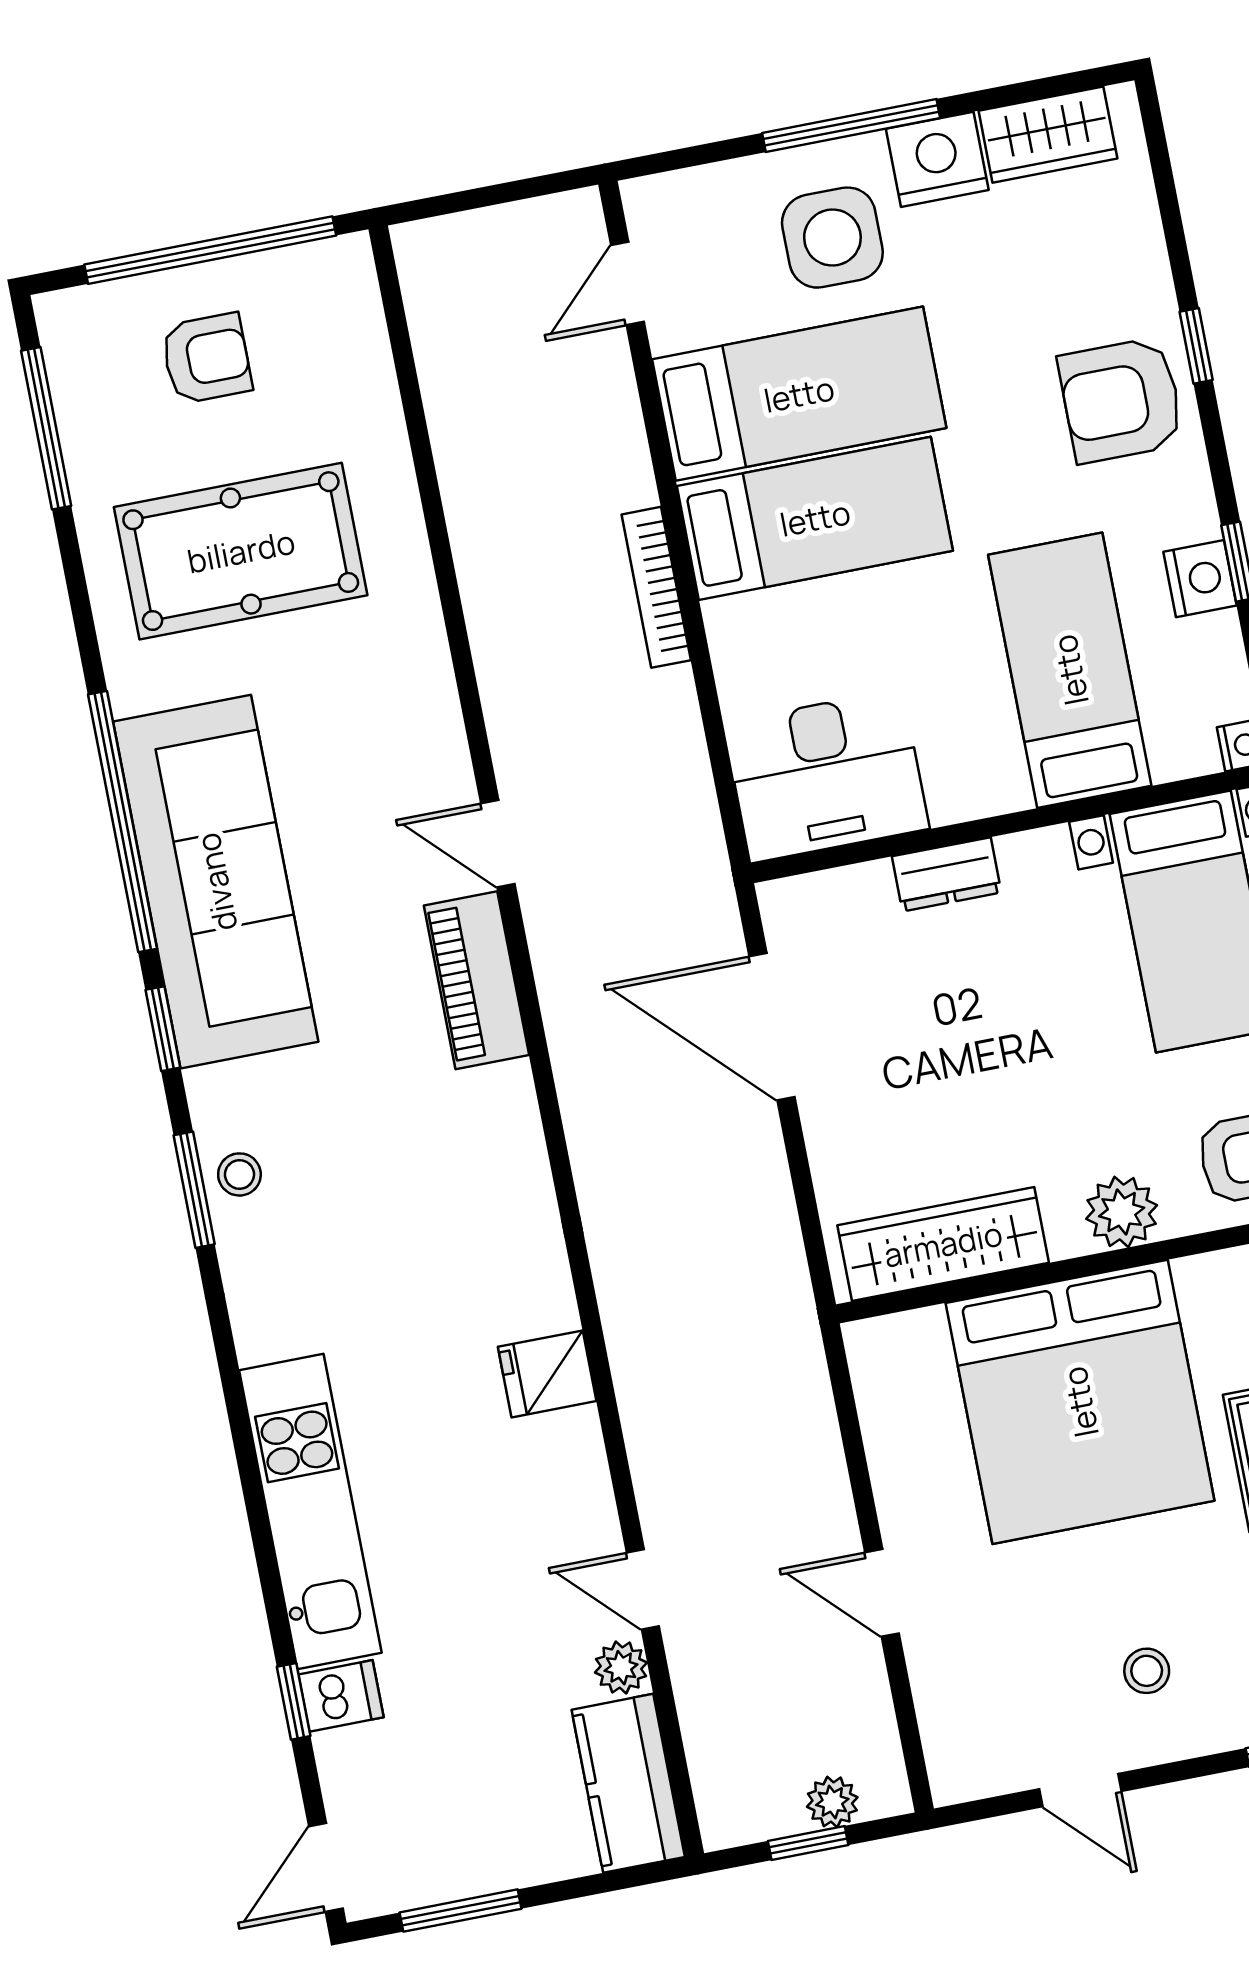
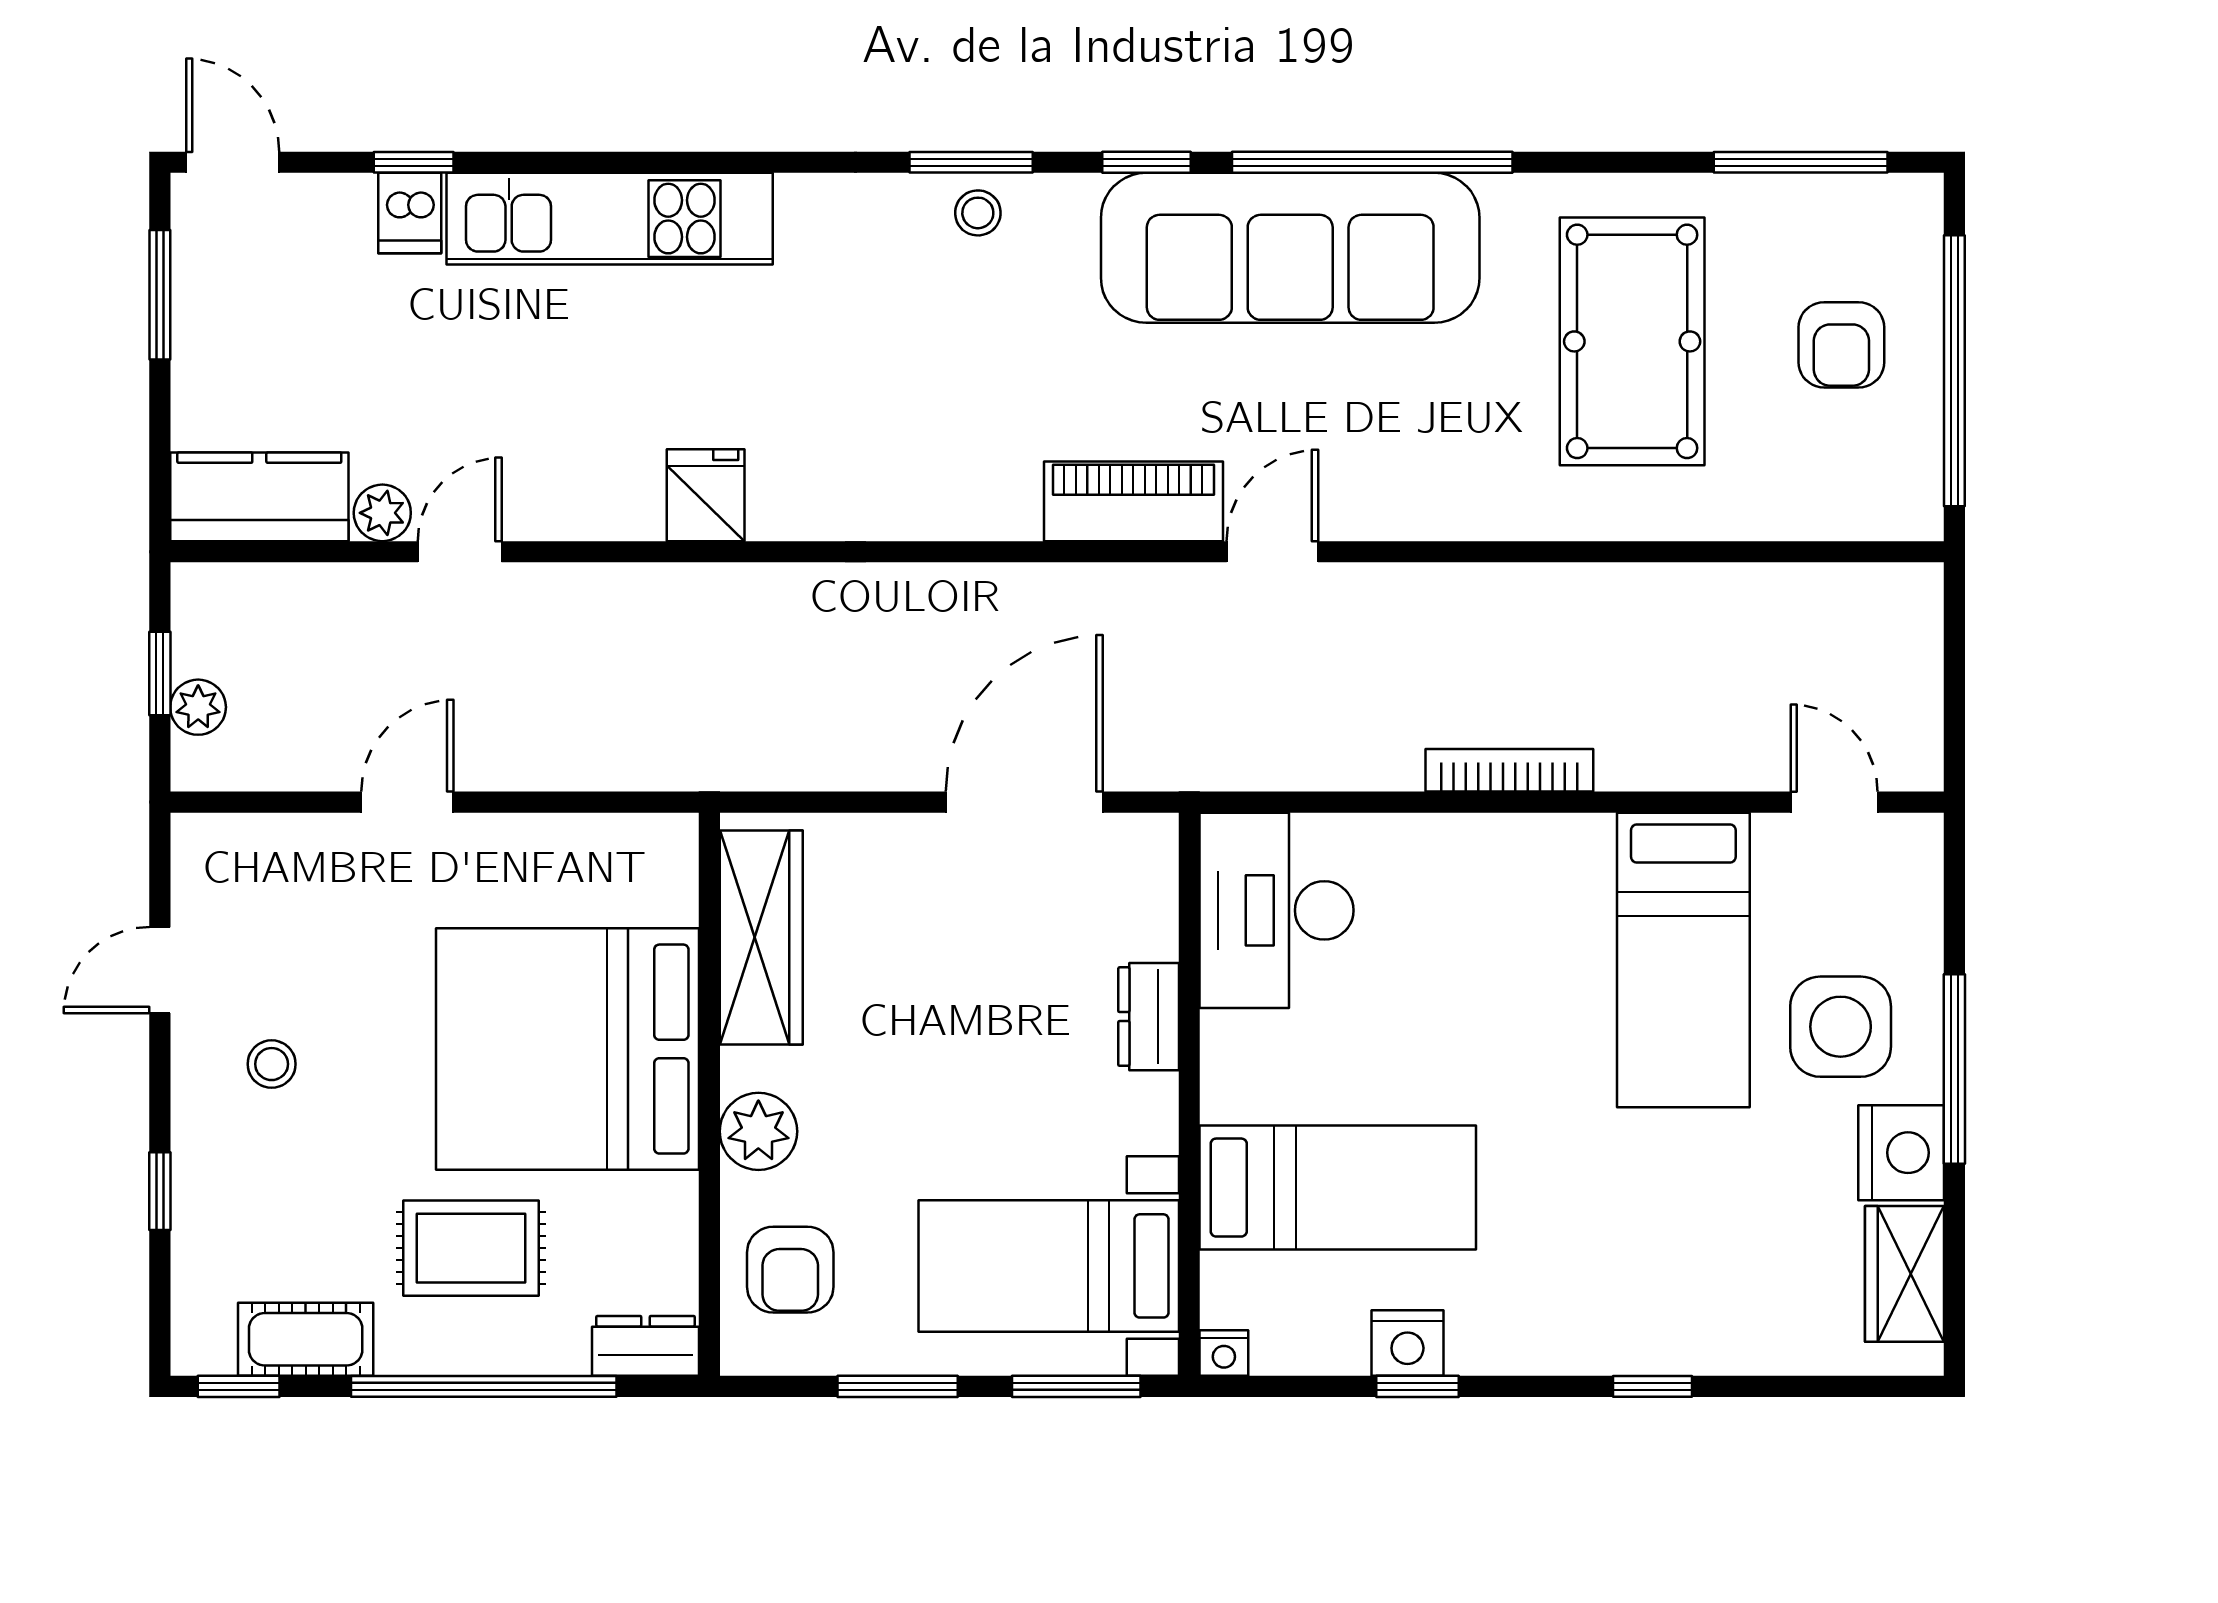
armchair: (1121, 400) -> (1611, 1297), removed
bed: (815, 518) -> (1549, 951), removed

